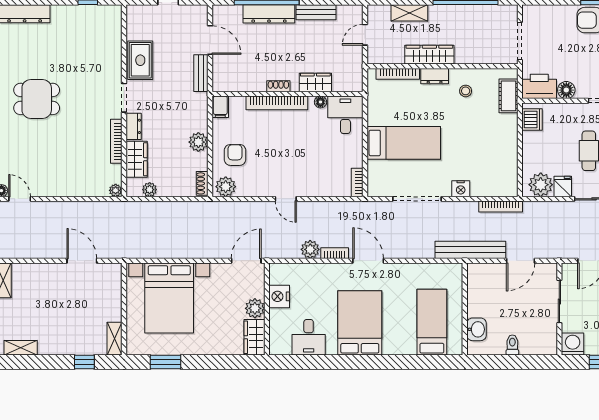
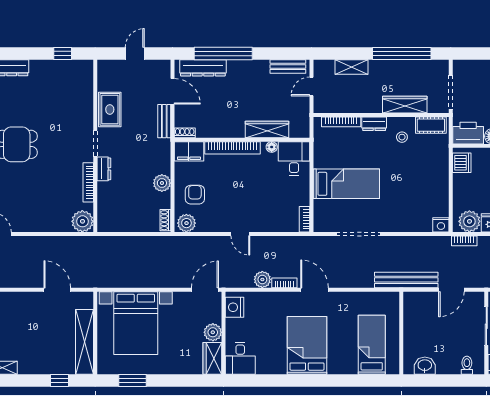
bench: (316, 12) -> (288, 66), moved
dresser: (269, 14) -> (203, 68), moved
wardrobe: (429, 55) -> (405, 105), moved
wardrobe: (315, 82) -> (267, 129), width x1.50
shoe rack: (278, 86) -> (185, 133), moved
cot: (509, 96) -> (431, 125), moved, turned 90
filing cabinet: (220, 107) -> (189, 151), width x2.00
wardrobe: (137, 159) -> (106, 198), removed
nightstand: (461, 189) -> (441, 225), moved
plant: (116, 190) -> (82, 221), width x1.88, depth x1.88
plant: (150, 190) -> (118, 226), removed
bookcase: (501, 206) -> (464, 241), moved, width x0.64
nightstand: (279, 296) -> (234, 307), moved
washbasin: (477, 329) -> (425, 366), moved, turned -90
desk: (309, 337) -> (240, 358), moved
shelving: (115, 339) -> (84, 342), width x2.20, depth x1.33
toilet: (512, 345) -> (467, 365), moved

